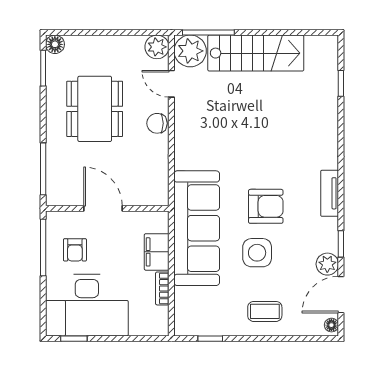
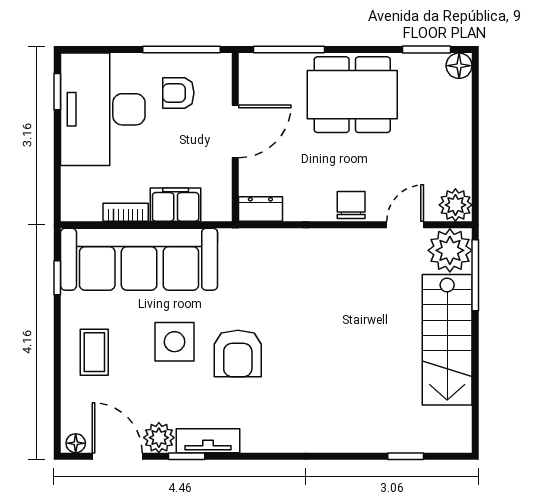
dining table: (95, 109) -> (352, 95), moved
dresser: (160, 190) -> (260, 209), added
tv unit: (330, 193) -> (208, 441), moved
sofa: (197, 228) -> (139, 259), moved

